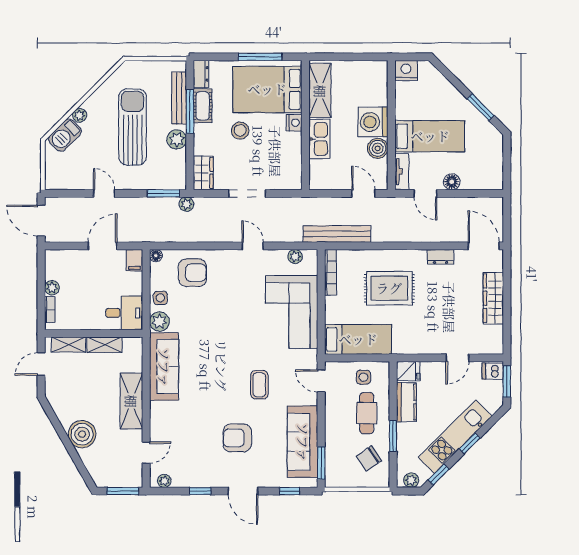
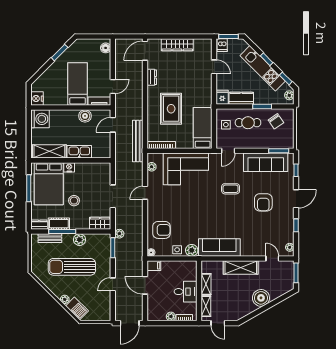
bench: (179, 98) -> (50, 238), width x0.73
washing machine: (373, 122) -> (40, 119), moved, turned -90
floor lamp: (452, 182) -> (106, 48), moved
armchair: (192, 273) -> (162, 230), turned 90
desk: (124, 313) -> (186, 292), moved, turned 90

